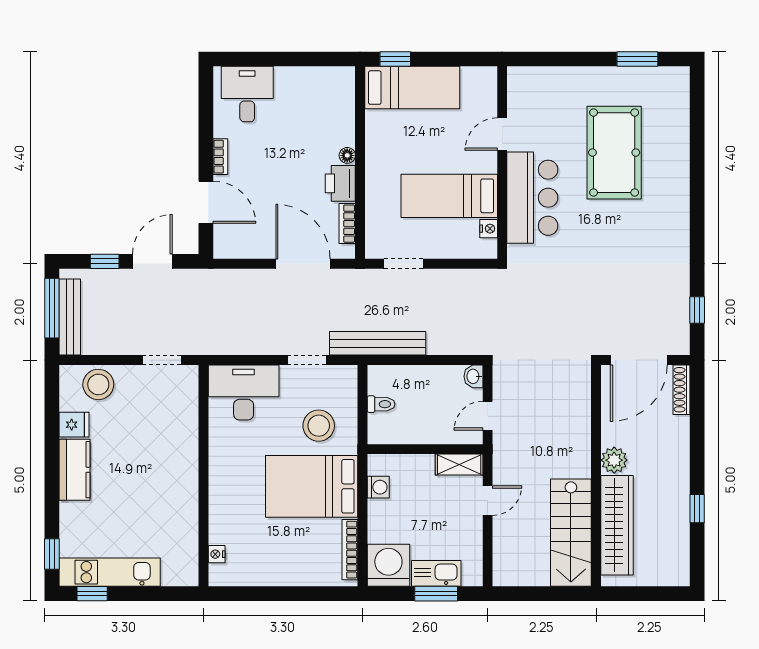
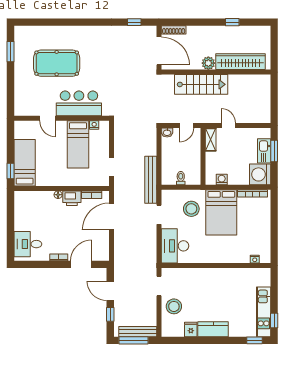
stool: (98, 384) -> (174, 306), moved
door: (488, 416) -> (186, 125), hinge flipped
stairs: (571, 533) -> (201, 84), moved

